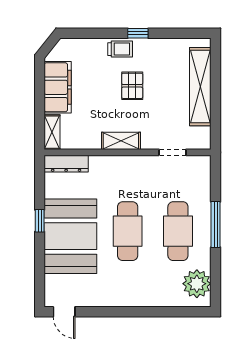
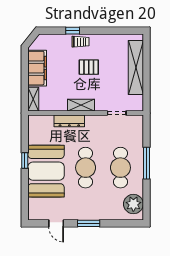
window: (138, 33) -> (73, 31), moved
pallet: (132, 86) -> (89, 67), turned 90
dresser: (66, 164) -> (69, 121), moved
door: (64, 312) -> (56, 223), moved
window: (132, 312) -> (89, 223), added

